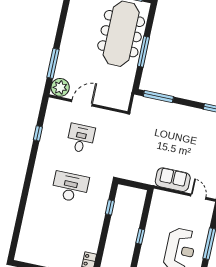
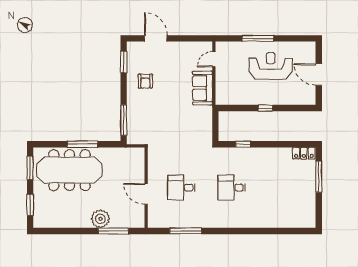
plant: (60, 87) -> (100, 219), moved
armchair: (191, 126) -> (145, 81), added
window: (38, 133) -> (186, 231), width x2.17
desk: (70, 187) -> (232, 188), width x0.73

